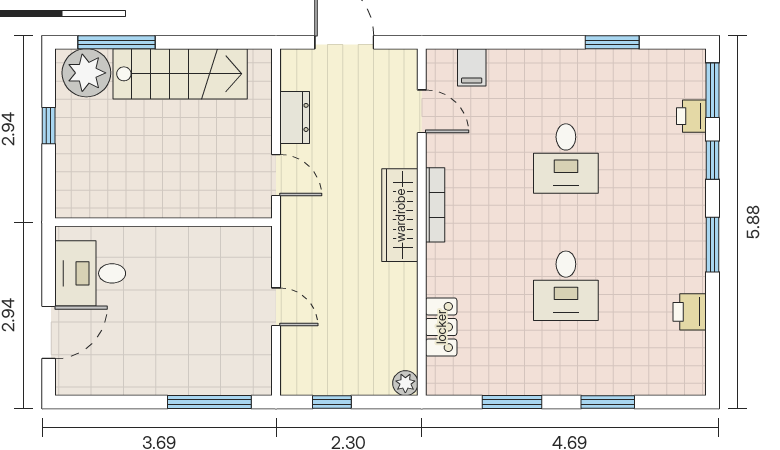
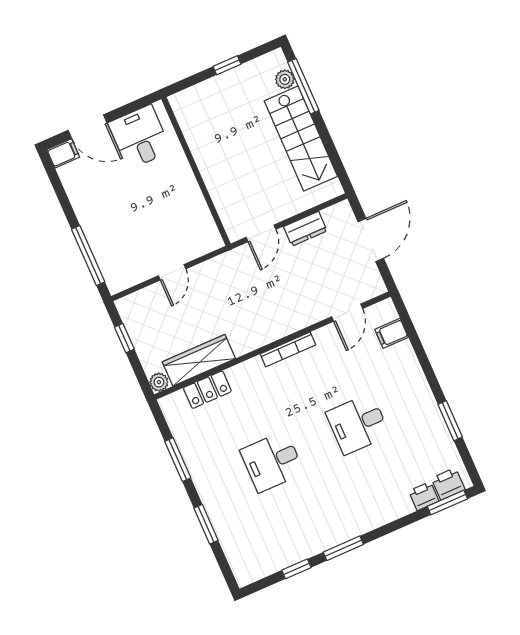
plant: (86, 73) -> (285, 79), width x0.53, depth x0.53
window: (713, 160) -> (296, 569), moved
wardrobe: (400, 215) -> (199, 360), moved
printer: (690, 312) -> (448, 484), moved
filing cabinet: (69, 377) -> (63, 153), added

